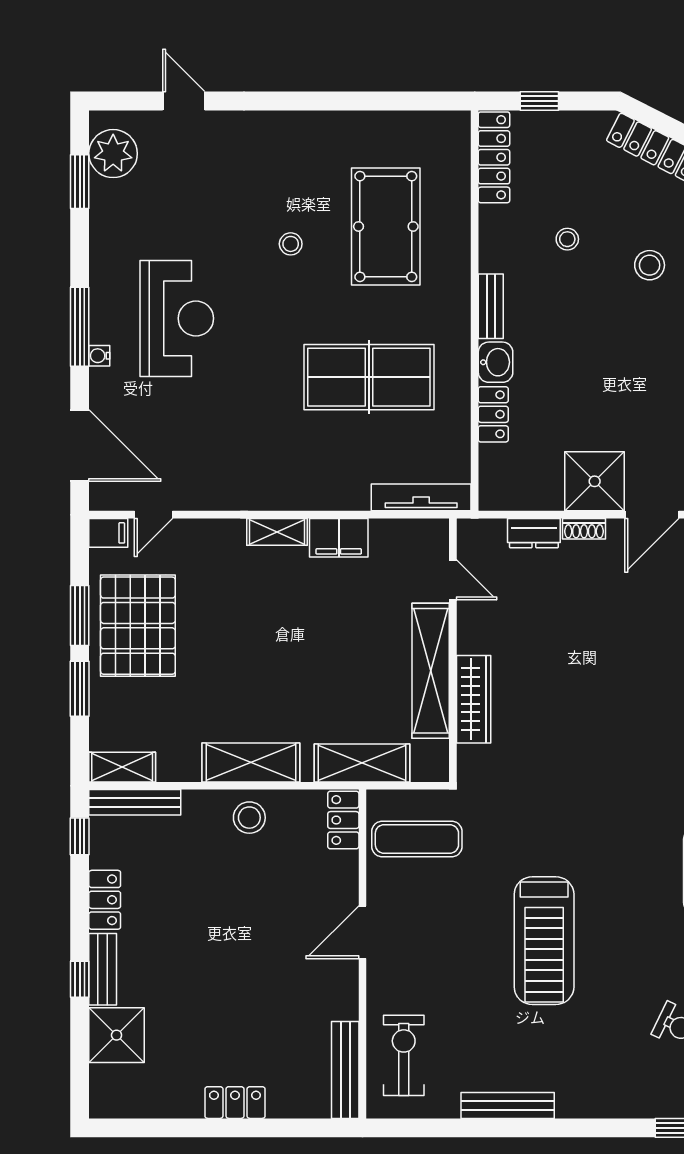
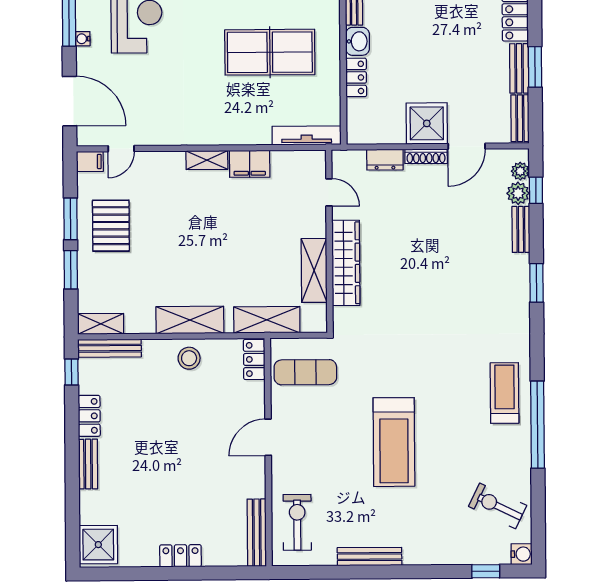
shoe rack: (584, 529) -> (426, 156), width x1.43
pallet: (138, 626) -> (111, 226), width x0.73, depth x0.71
shelving: (431, 671) -> (314, 270), width x0.68
wardrobe: (474, 699) -> (346, 263), width x1.40, depth x1.17
window: (80, 979) -> (72, 471), removed
shower: (117, 1035) -> (98, 545), moved

